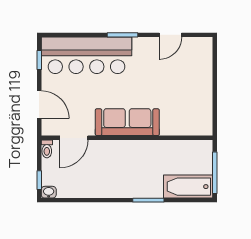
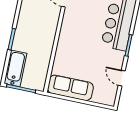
sofa: (127, 122) -> (70, 88), moved, turned -90

